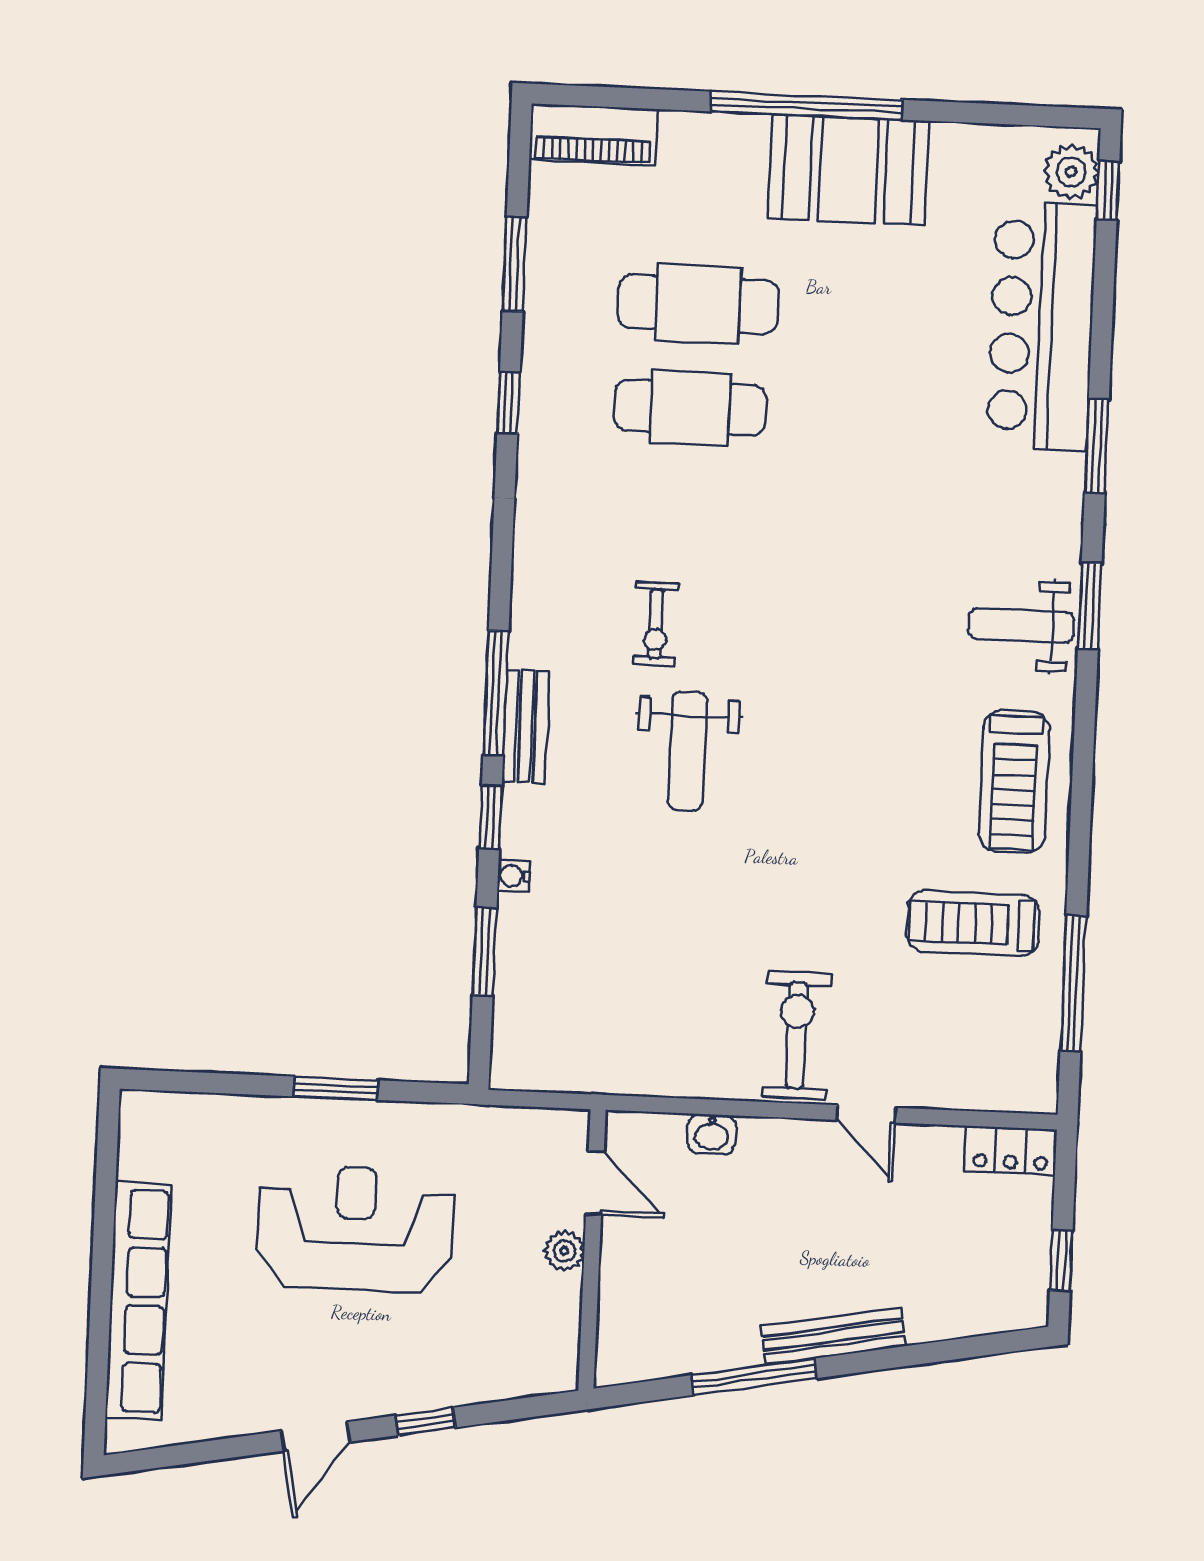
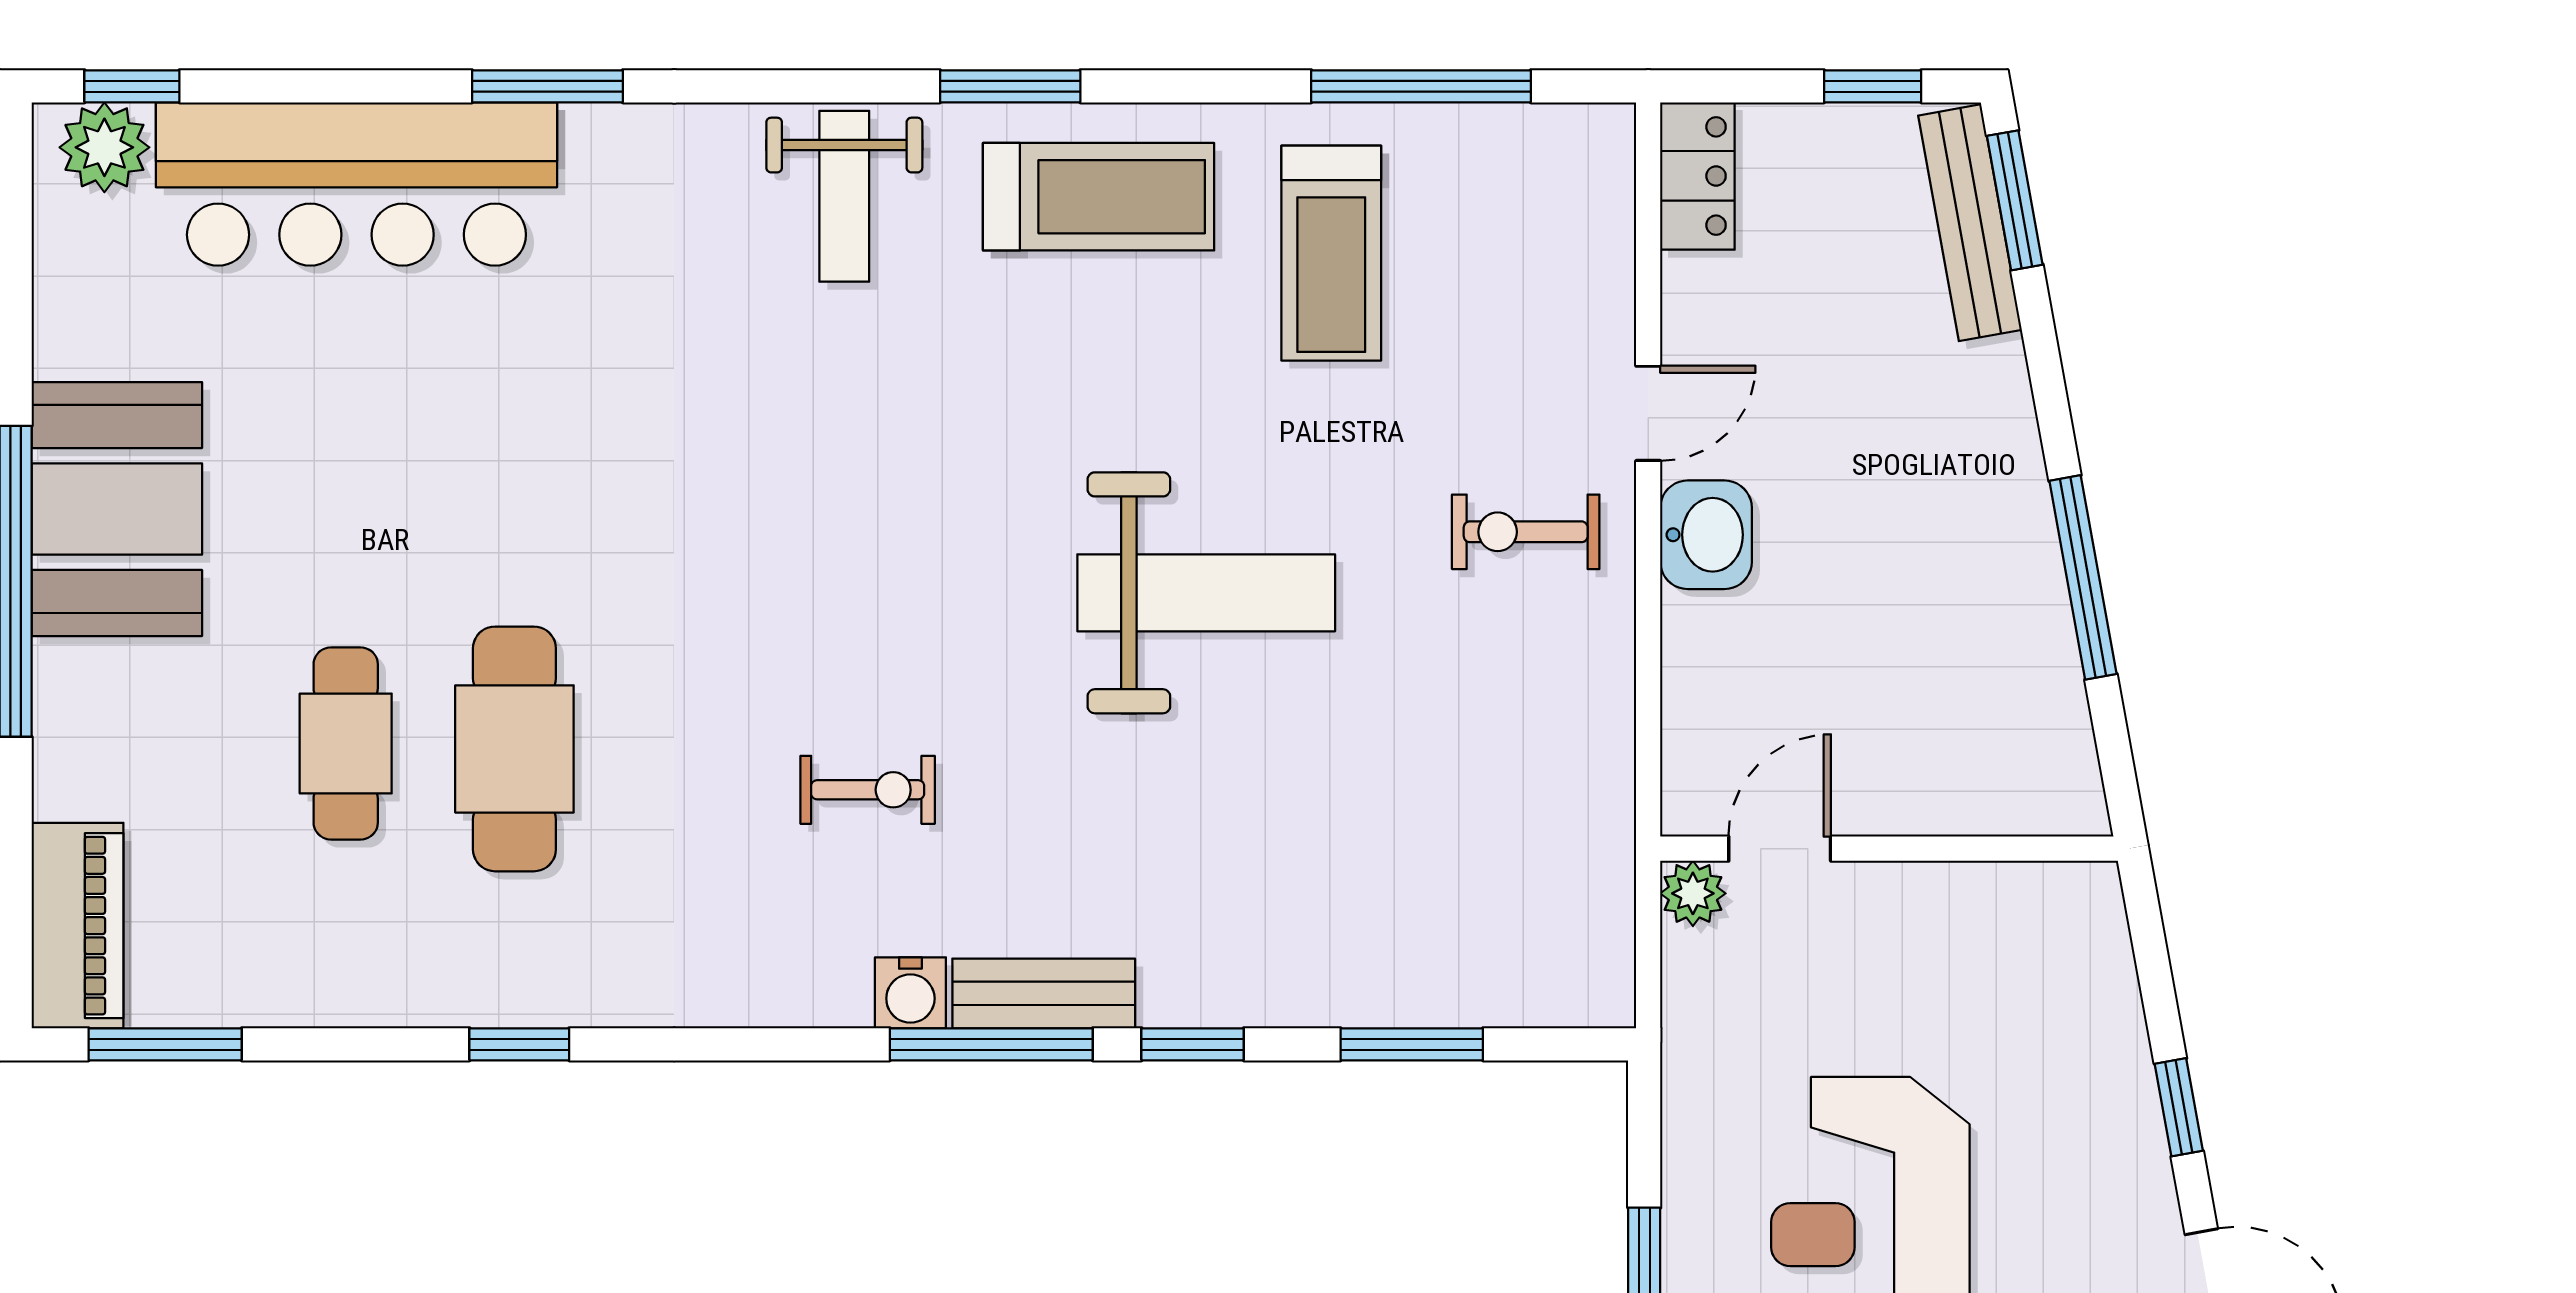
window: (515, 264) -> (165, 1044), moved
cafe table: (698, 304) -> (346, 743), width x0.73, depth x0.74
window: (1090, 606) -> (1010, 86), moved
weight bench: (688, 751) -> (1206, 593), moved, width x1.36, depth x1.33
water cooler: (514, 876) -> (910, 993), moved, width x1.38, depth x1.38
exercise bike: (797, 1035) -> (1526, 532), width x0.73, depth x0.72
washbasin: (712, 1134) -> (1706, 535), moved, width x1.38, depth x1.45
plant: (564, 1251) -> (1693, 893), moved
bench: (833, 1336) -> (1970, 223), moved
window: (987, 1345) -> (2015, 200), added

